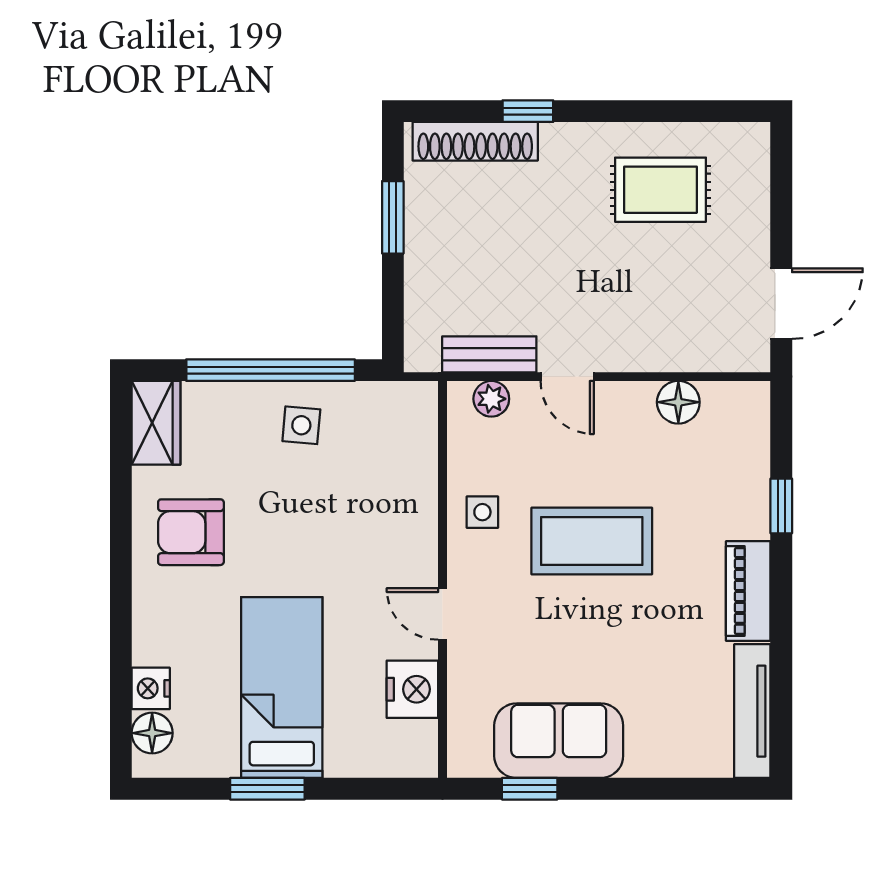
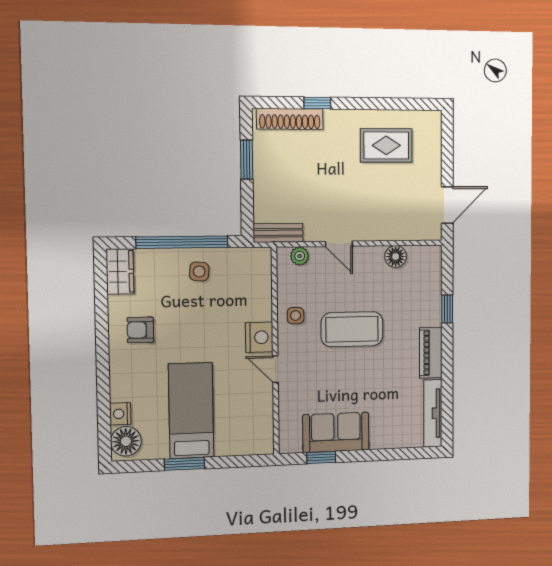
bench: (489, 354) -> (278, 233), moved
armchair: (191, 532) -> (140, 330), width x0.72, depth x0.72
nightstand: (412, 689) -> (259, 337), moved
floor lamp: (152, 733) -> (126, 441), width x1.38, depth x1.38

